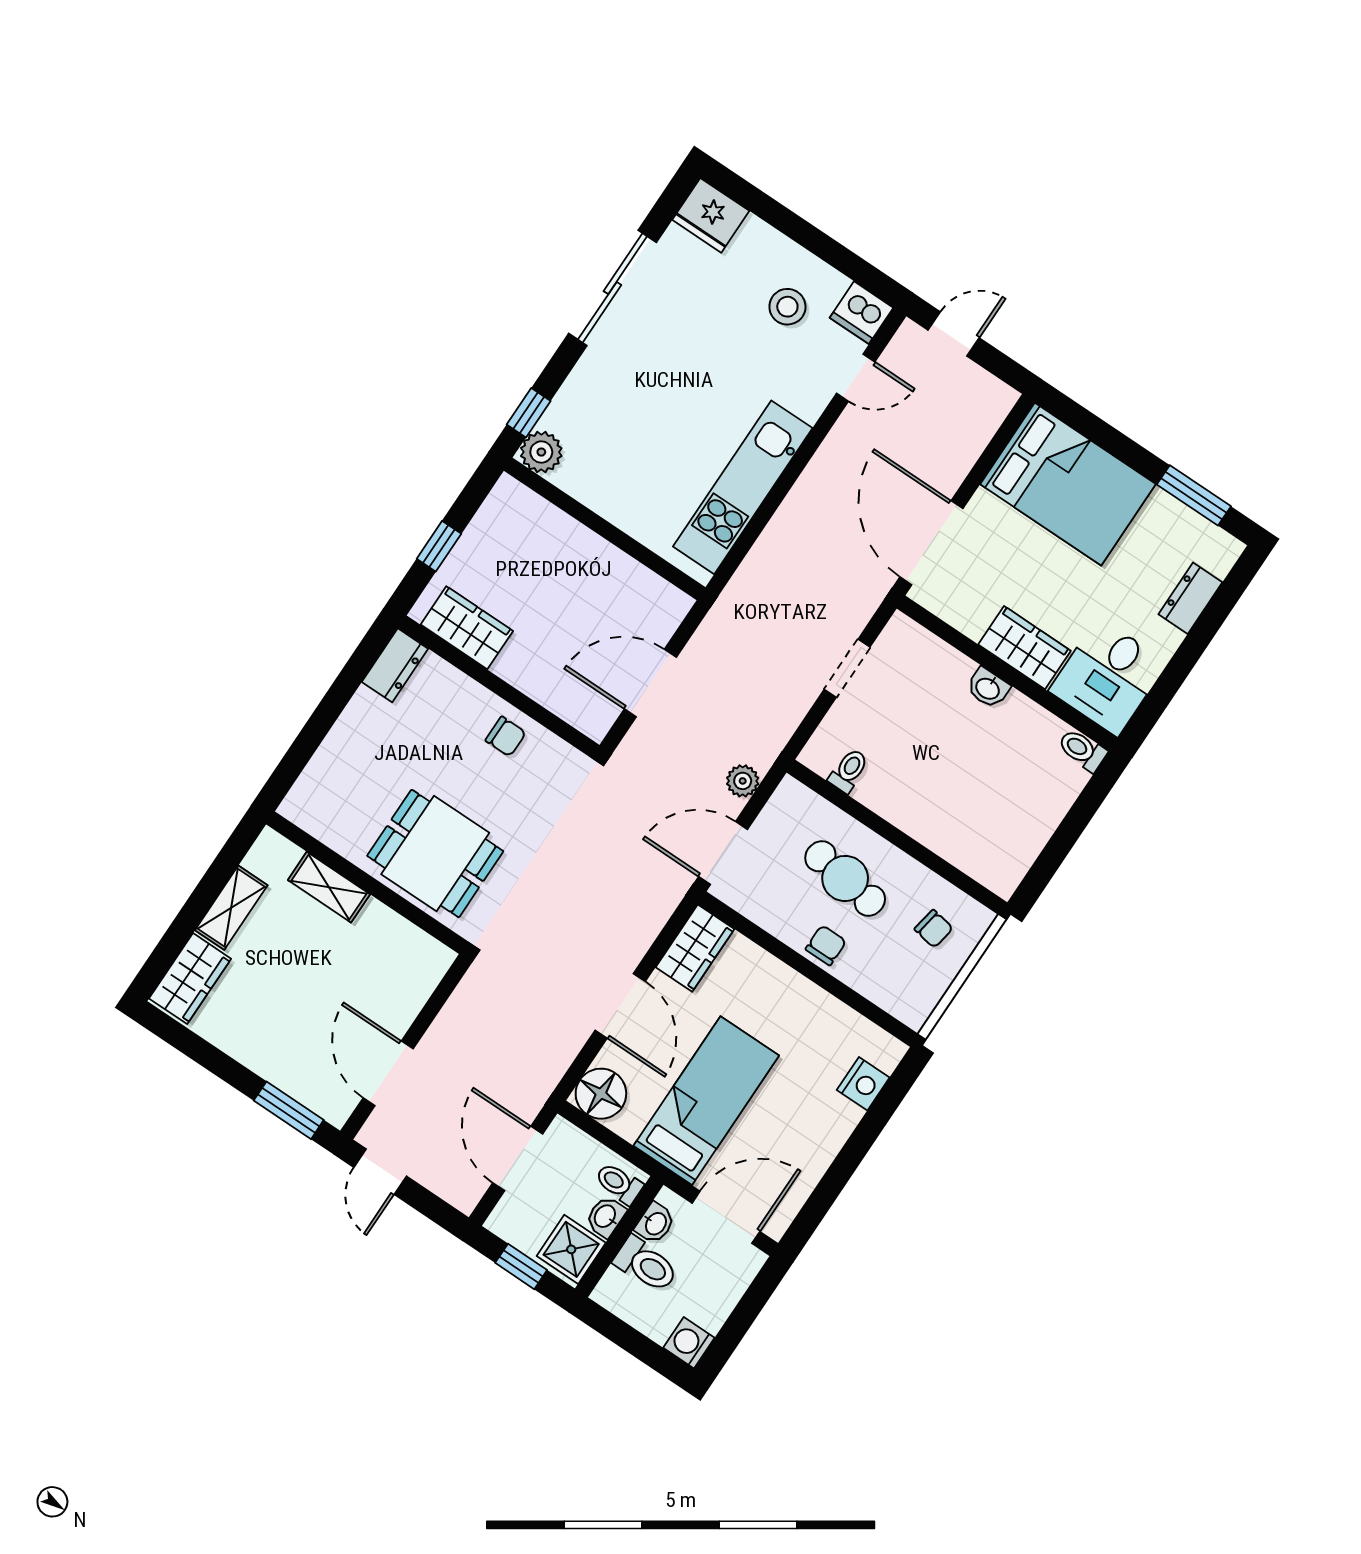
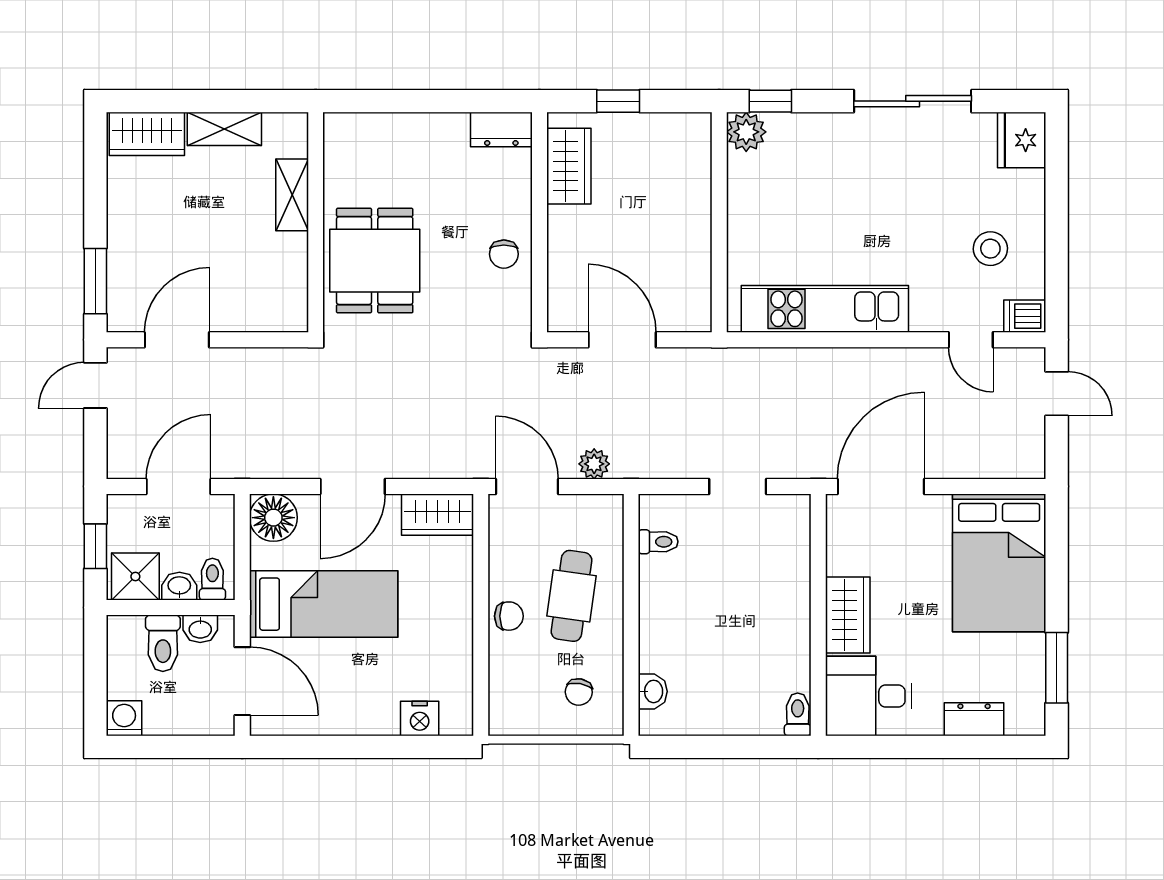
dishwasher: (862, 313) -> (1025, 316), width x0.73
washbasin: (988, 688) -> (653, 691), moved, turned 180

